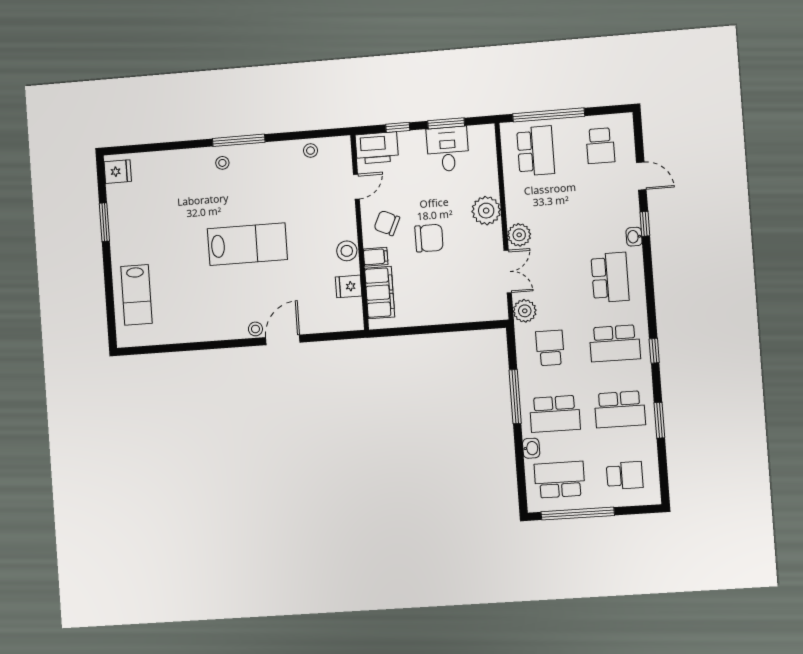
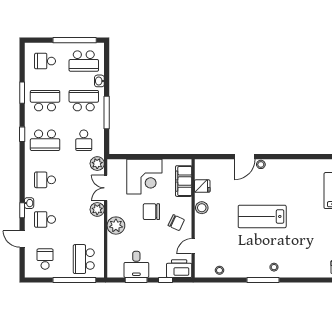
school desk: (605, 211) -> (45, 219), added
filing cabinet: (376, 257) -> (185, 203), removed
school desk: (610, 277) -> (45, 180), width x0.54
corner desk: (445, 295) -> (144, 177), added
school desk: (615, 343) -> (45, 140), turned 180

